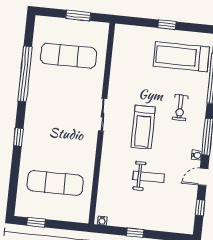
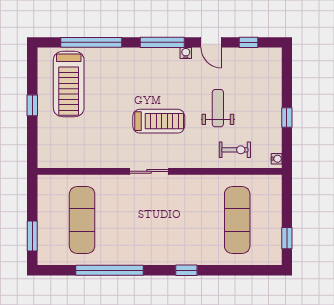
window: (78, 15) -> (32, 236), moved
exercise bike: (180, 108) -> (235, 150), moved

